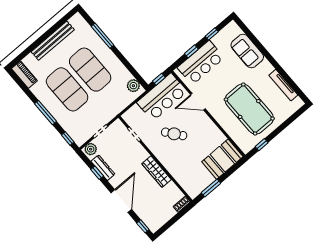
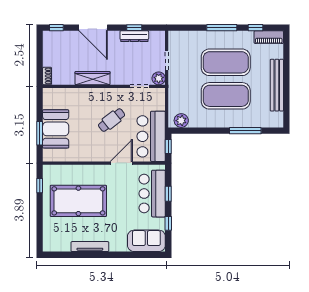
sofa: (247, 51) -> (146, 241), moved
tv unit: (283, 85) -> (90, 247), moved
window: (68, 138) -> (256, 28), moved
plant: (91, 149) -> (159, 78), moved
booth: (222, 159) -> (56, 129), moved
window: (211, 188) -> (40, 133), moved

